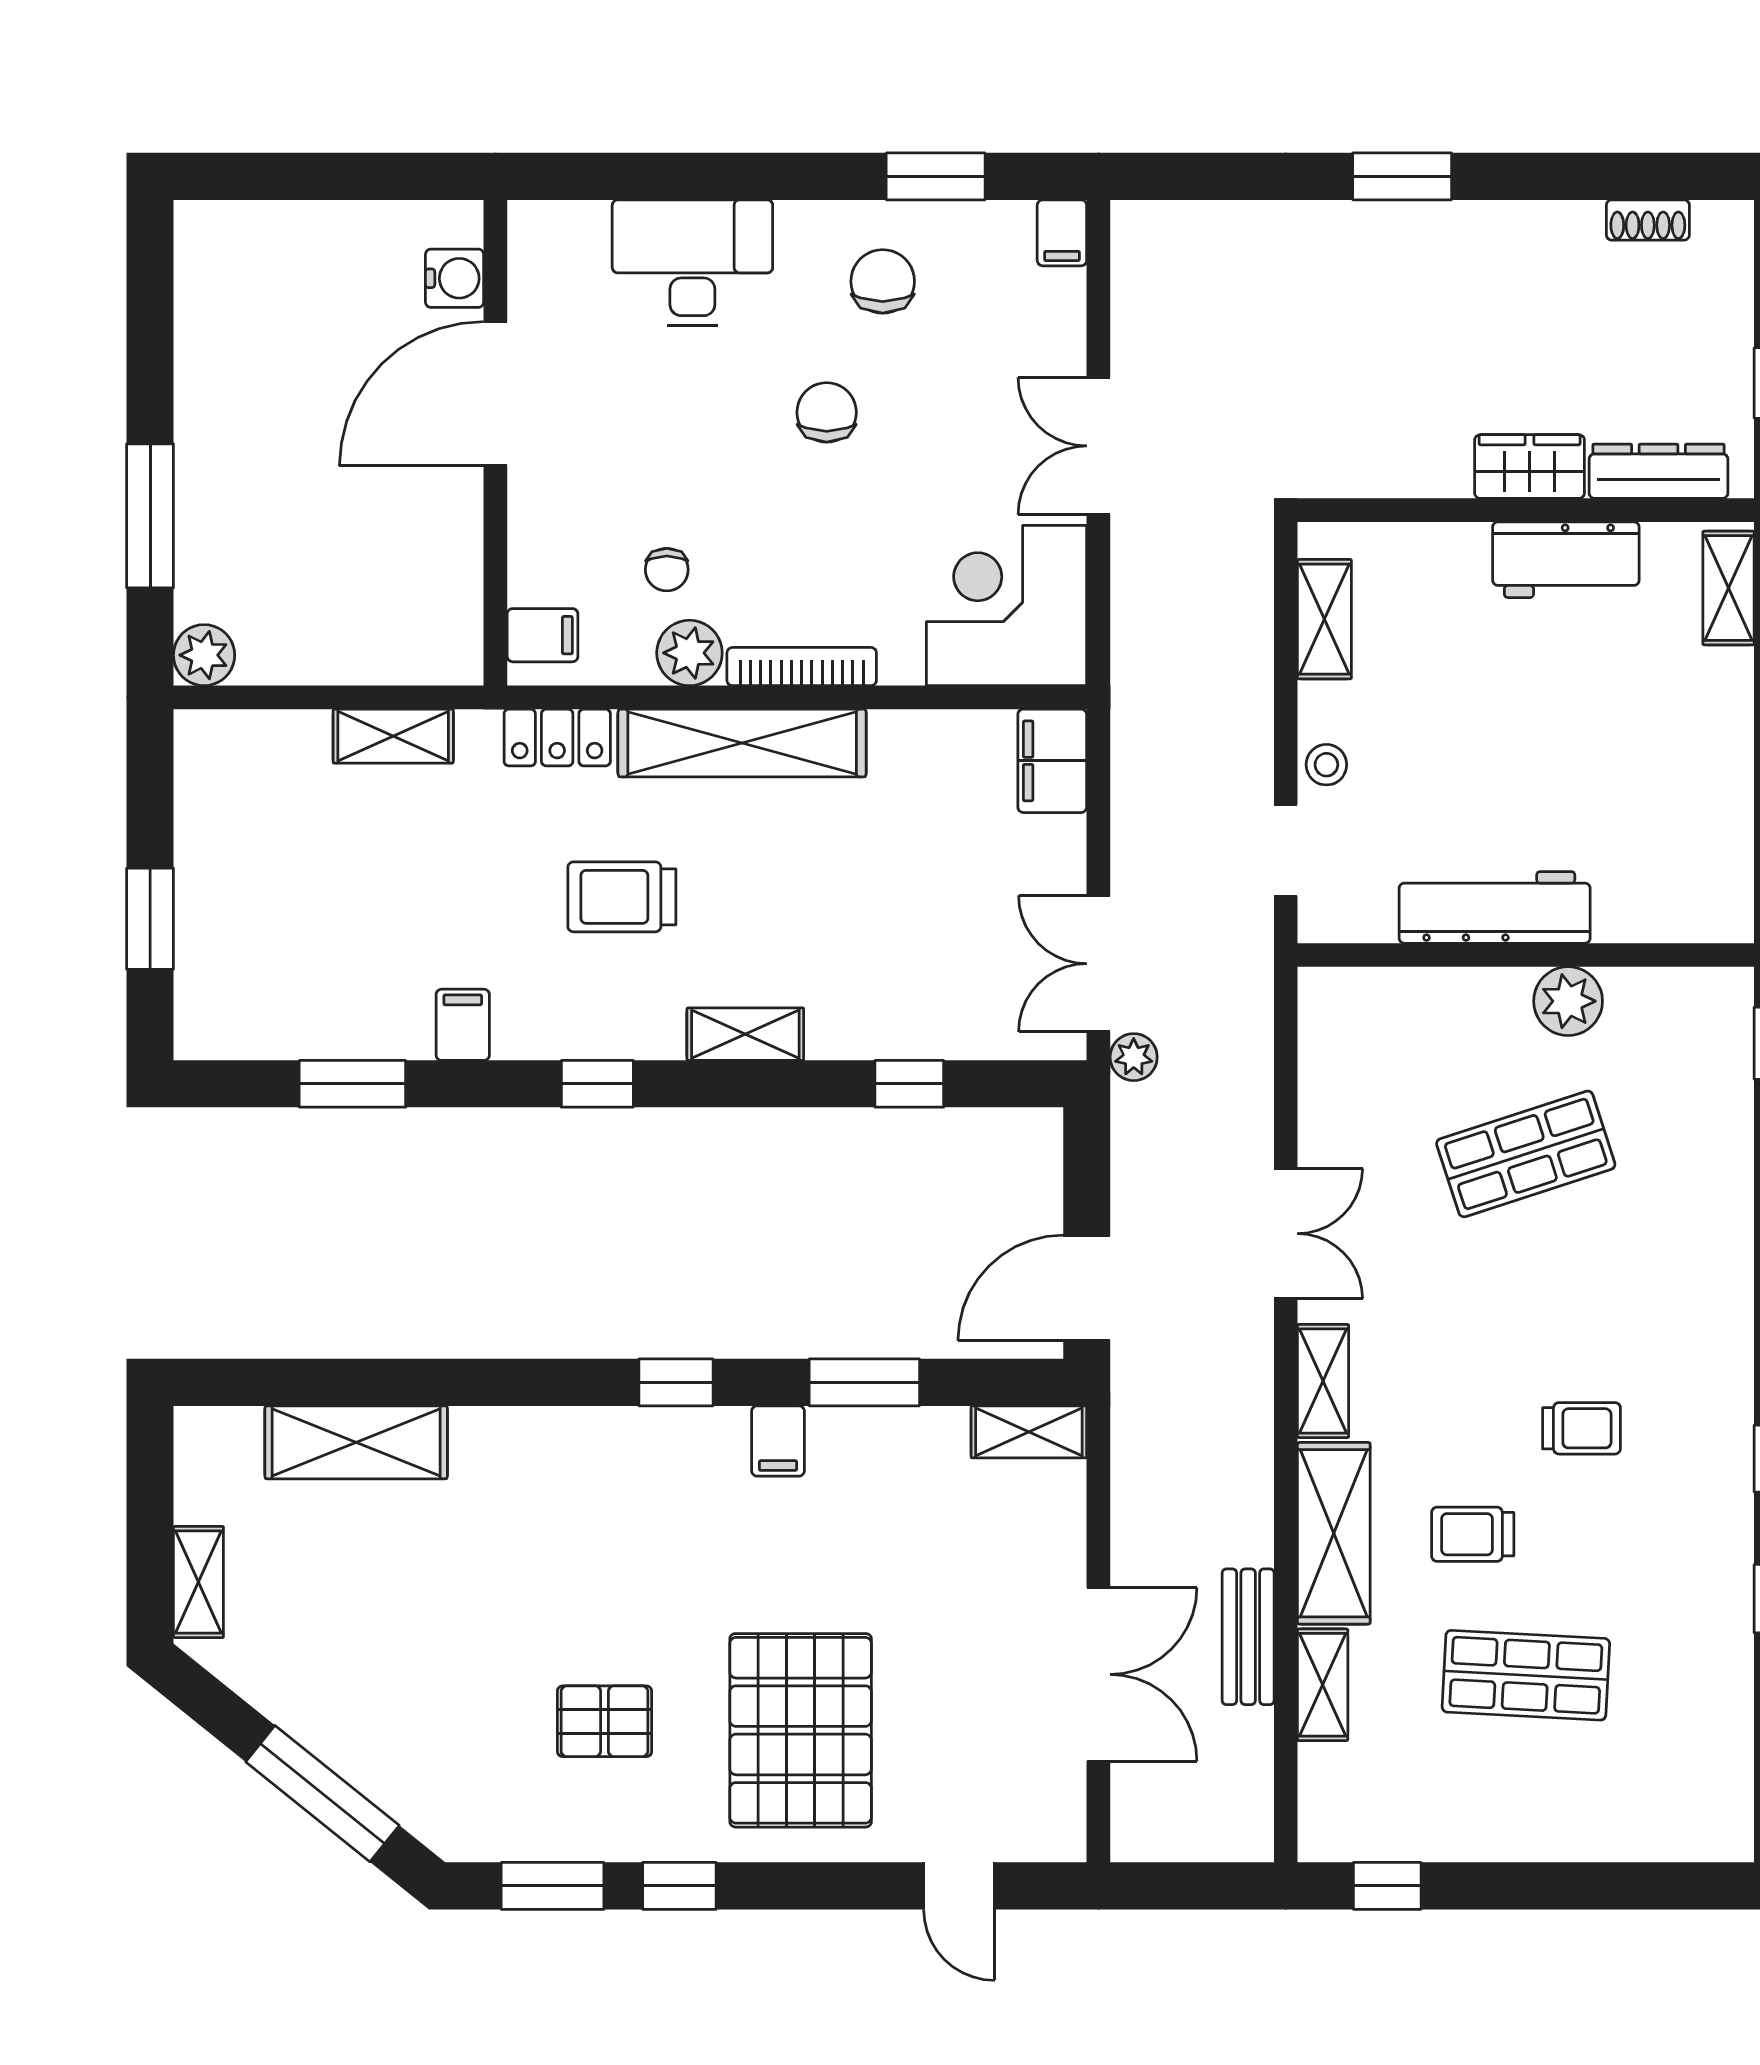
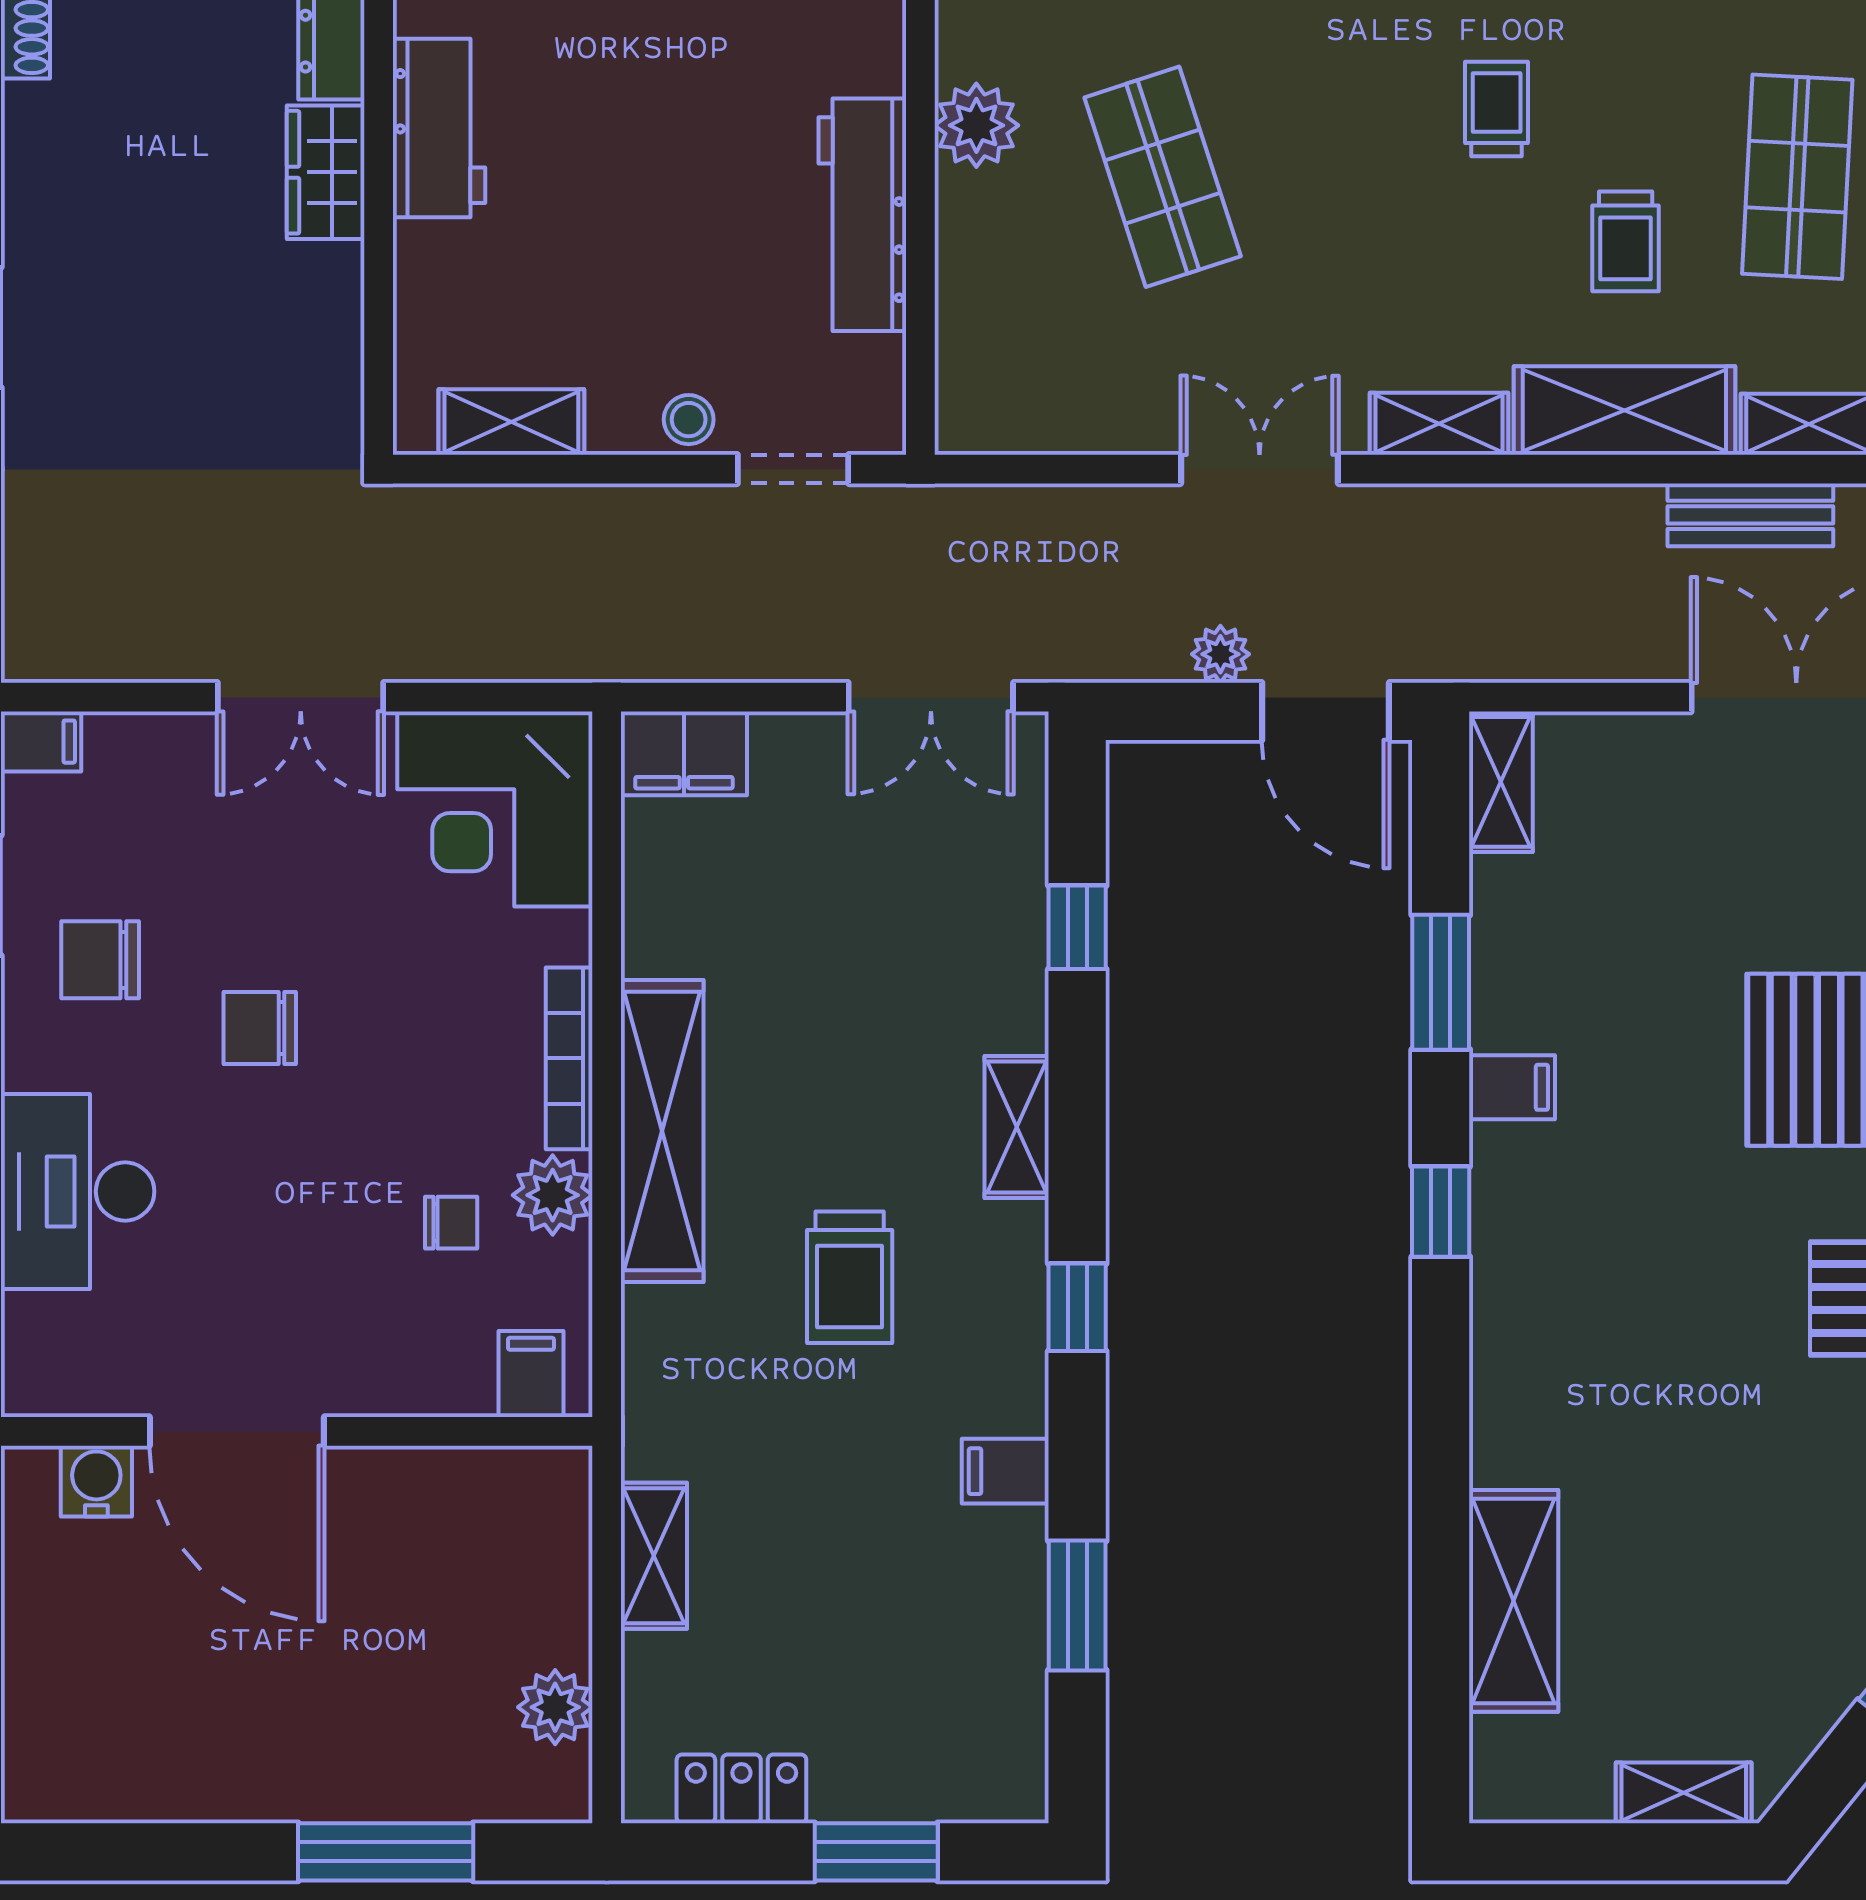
plant: (204, 655) -> (555, 1707), moved
locker: (557, 738) -> (741, 1789), moved, turned -90
plant: (1134, 1057) -> (1220, 654), moved

